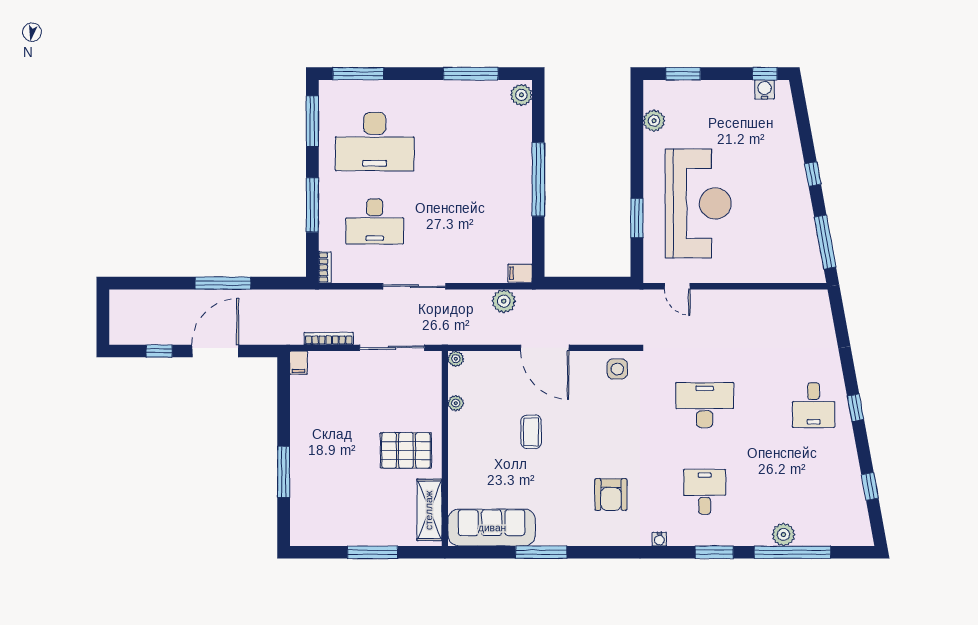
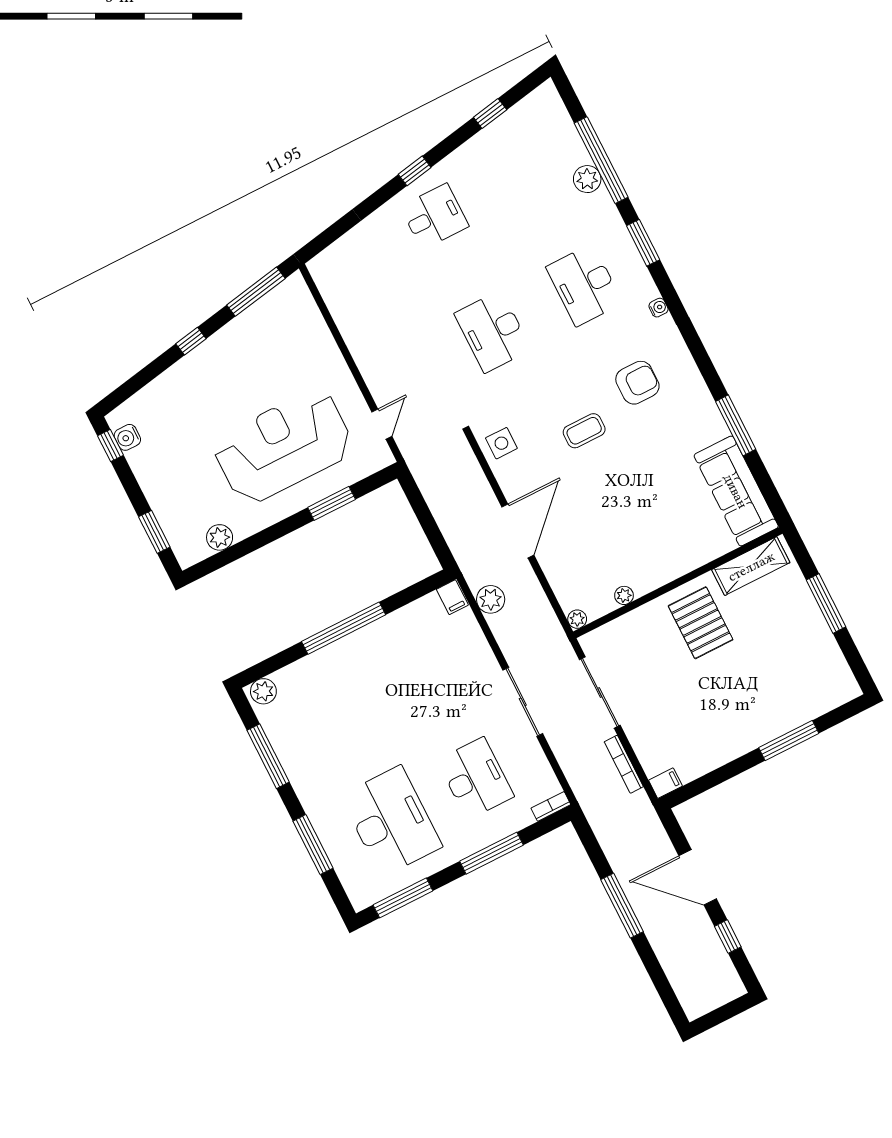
window: (358, 74) -> (313, 845), moved
coffee table: (531, 432) -> (584, 431), moved
desk: (705, 492) -> (584, 285), width x1.37

